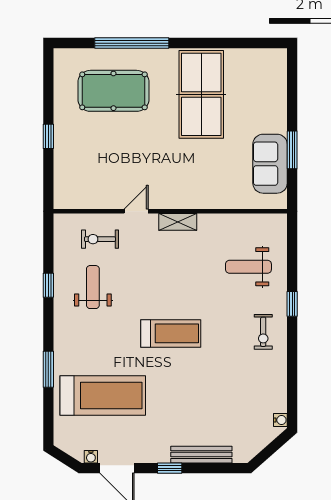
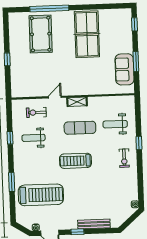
window: (292, 79) -> (135, 24), added
pool table: (113, 91) -> (41, 34), turned 90
exercise mat: (182, 271) -> (80, 128), added
weight bench: (93, 287) -> (34, 138), turned -90
treadmill: (171, 333) -> (76, 161), turned 180

